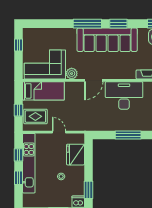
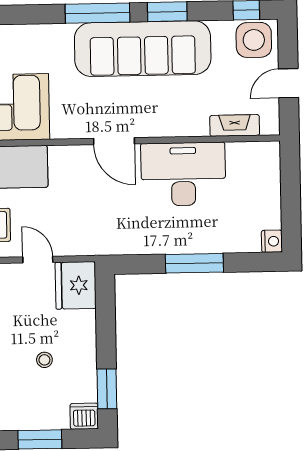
plant: (72, 74) -> (64, 127), removed
door: (94, 80) -> (114, 141), hinge flipped
fridge: (76, 155) -> (76, 285), moved

